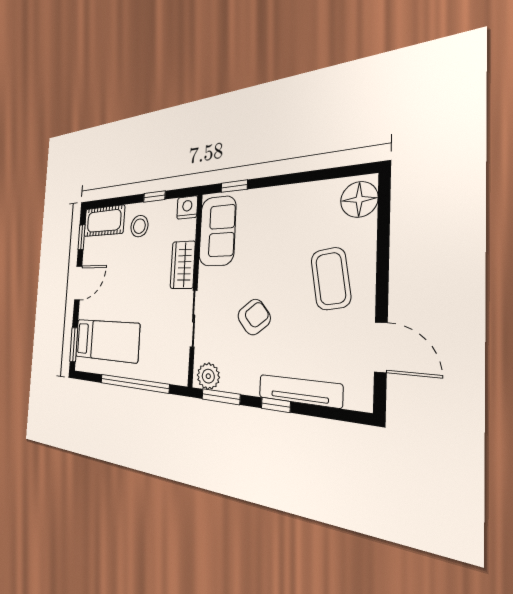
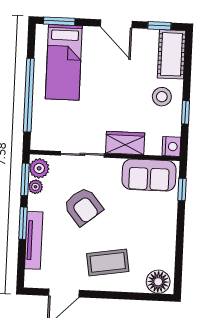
armchair: (254, 317) -> (83, 206), width x1.38, depth x1.38
plant: (230, 383) -> (35, 187), added
window: (276, 405) -> (23, 223), width x1.50

